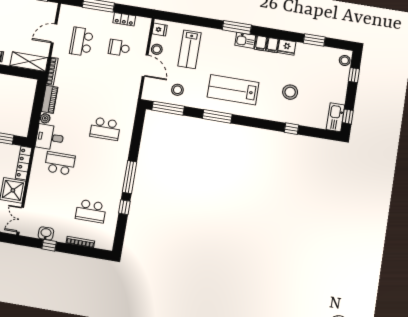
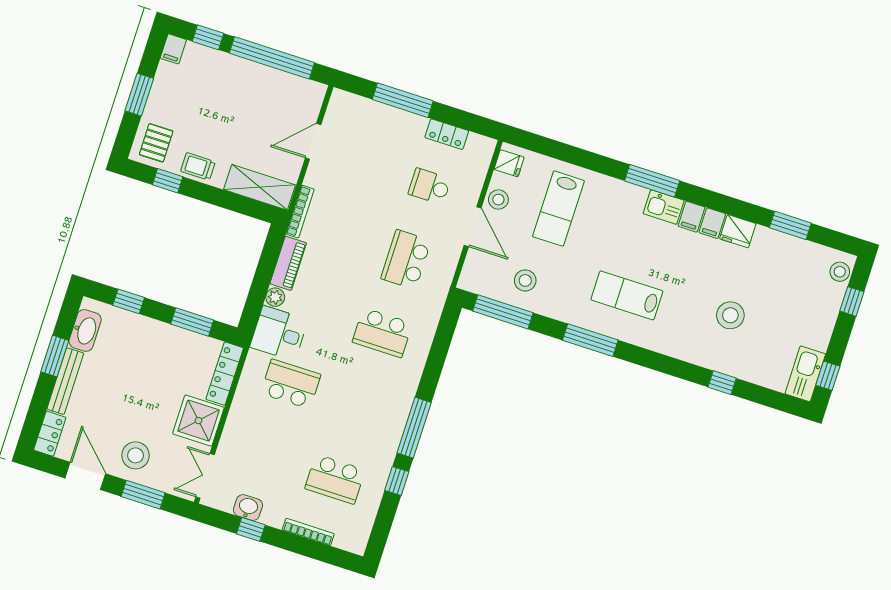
school desk: (81, 42) -> (406, 260), moved
lab bench: (233, 90) -> (627, 295), width x0.73, depth x0.72

